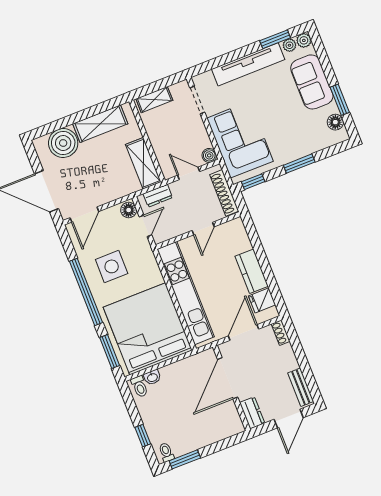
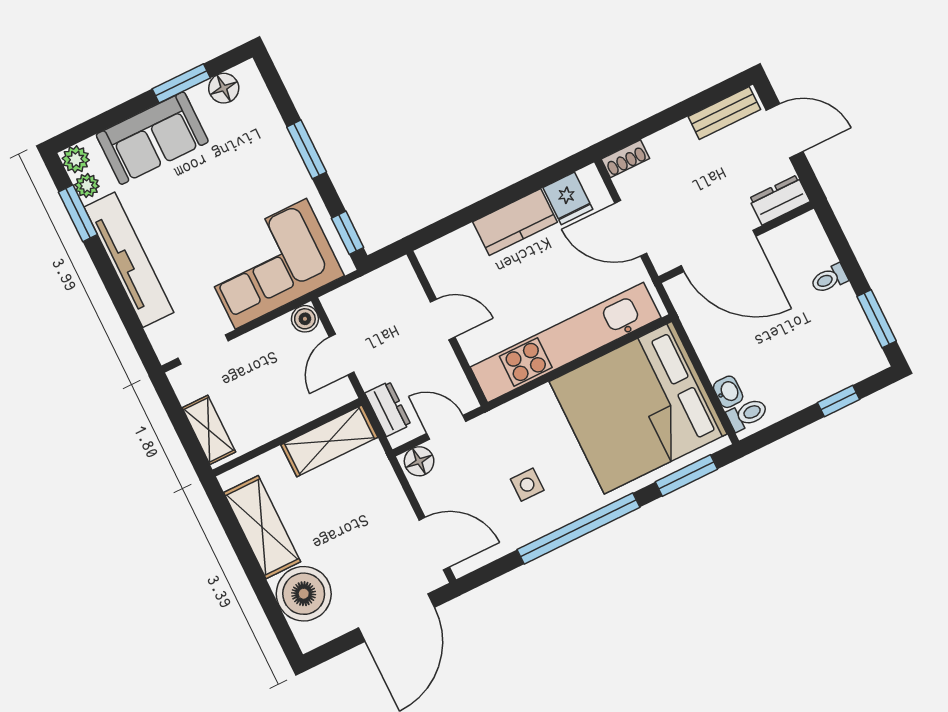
shoe rack: (224, 193) -> (373, 285), removed
side table: (112, 266) -> (527, 485), width x0.54, depth x0.54
toilet: (166, 452) -> (829, 279), moved

